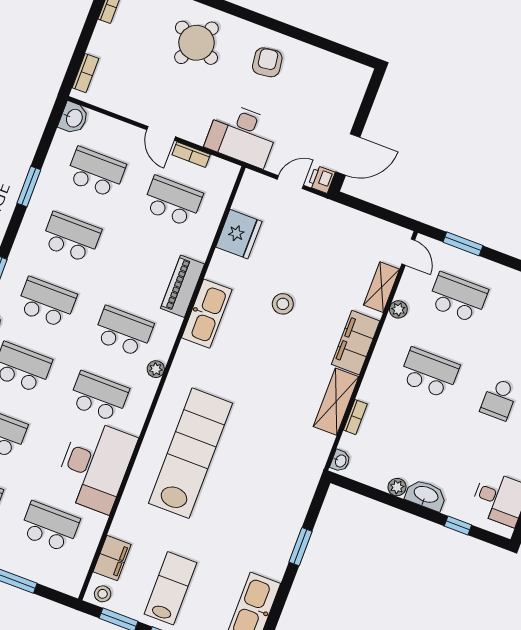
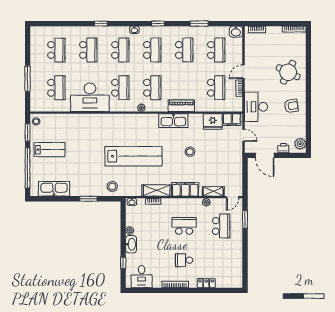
plant: (351, 73) -> (300, 144), added
printer: (321, 179) -> (283, 148), moved
school desk: (429, 373) -> (184, 226), turned -90
lab bench: (191, 453) -> (133, 156), moved
stool: (294, 489) -> (112, 187), added
filing cabinet: (112, 558) -> (232, 120), moved

